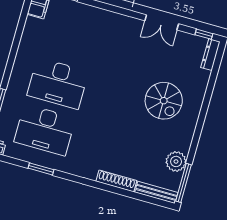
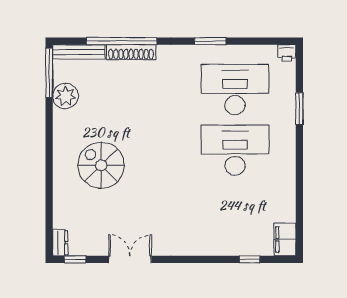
dresser: (210, 55) -> (60, 243), width x0.70
window: (41, 169) -> (210, 41), moved
window: (121, 191) -> (122, 41), added

